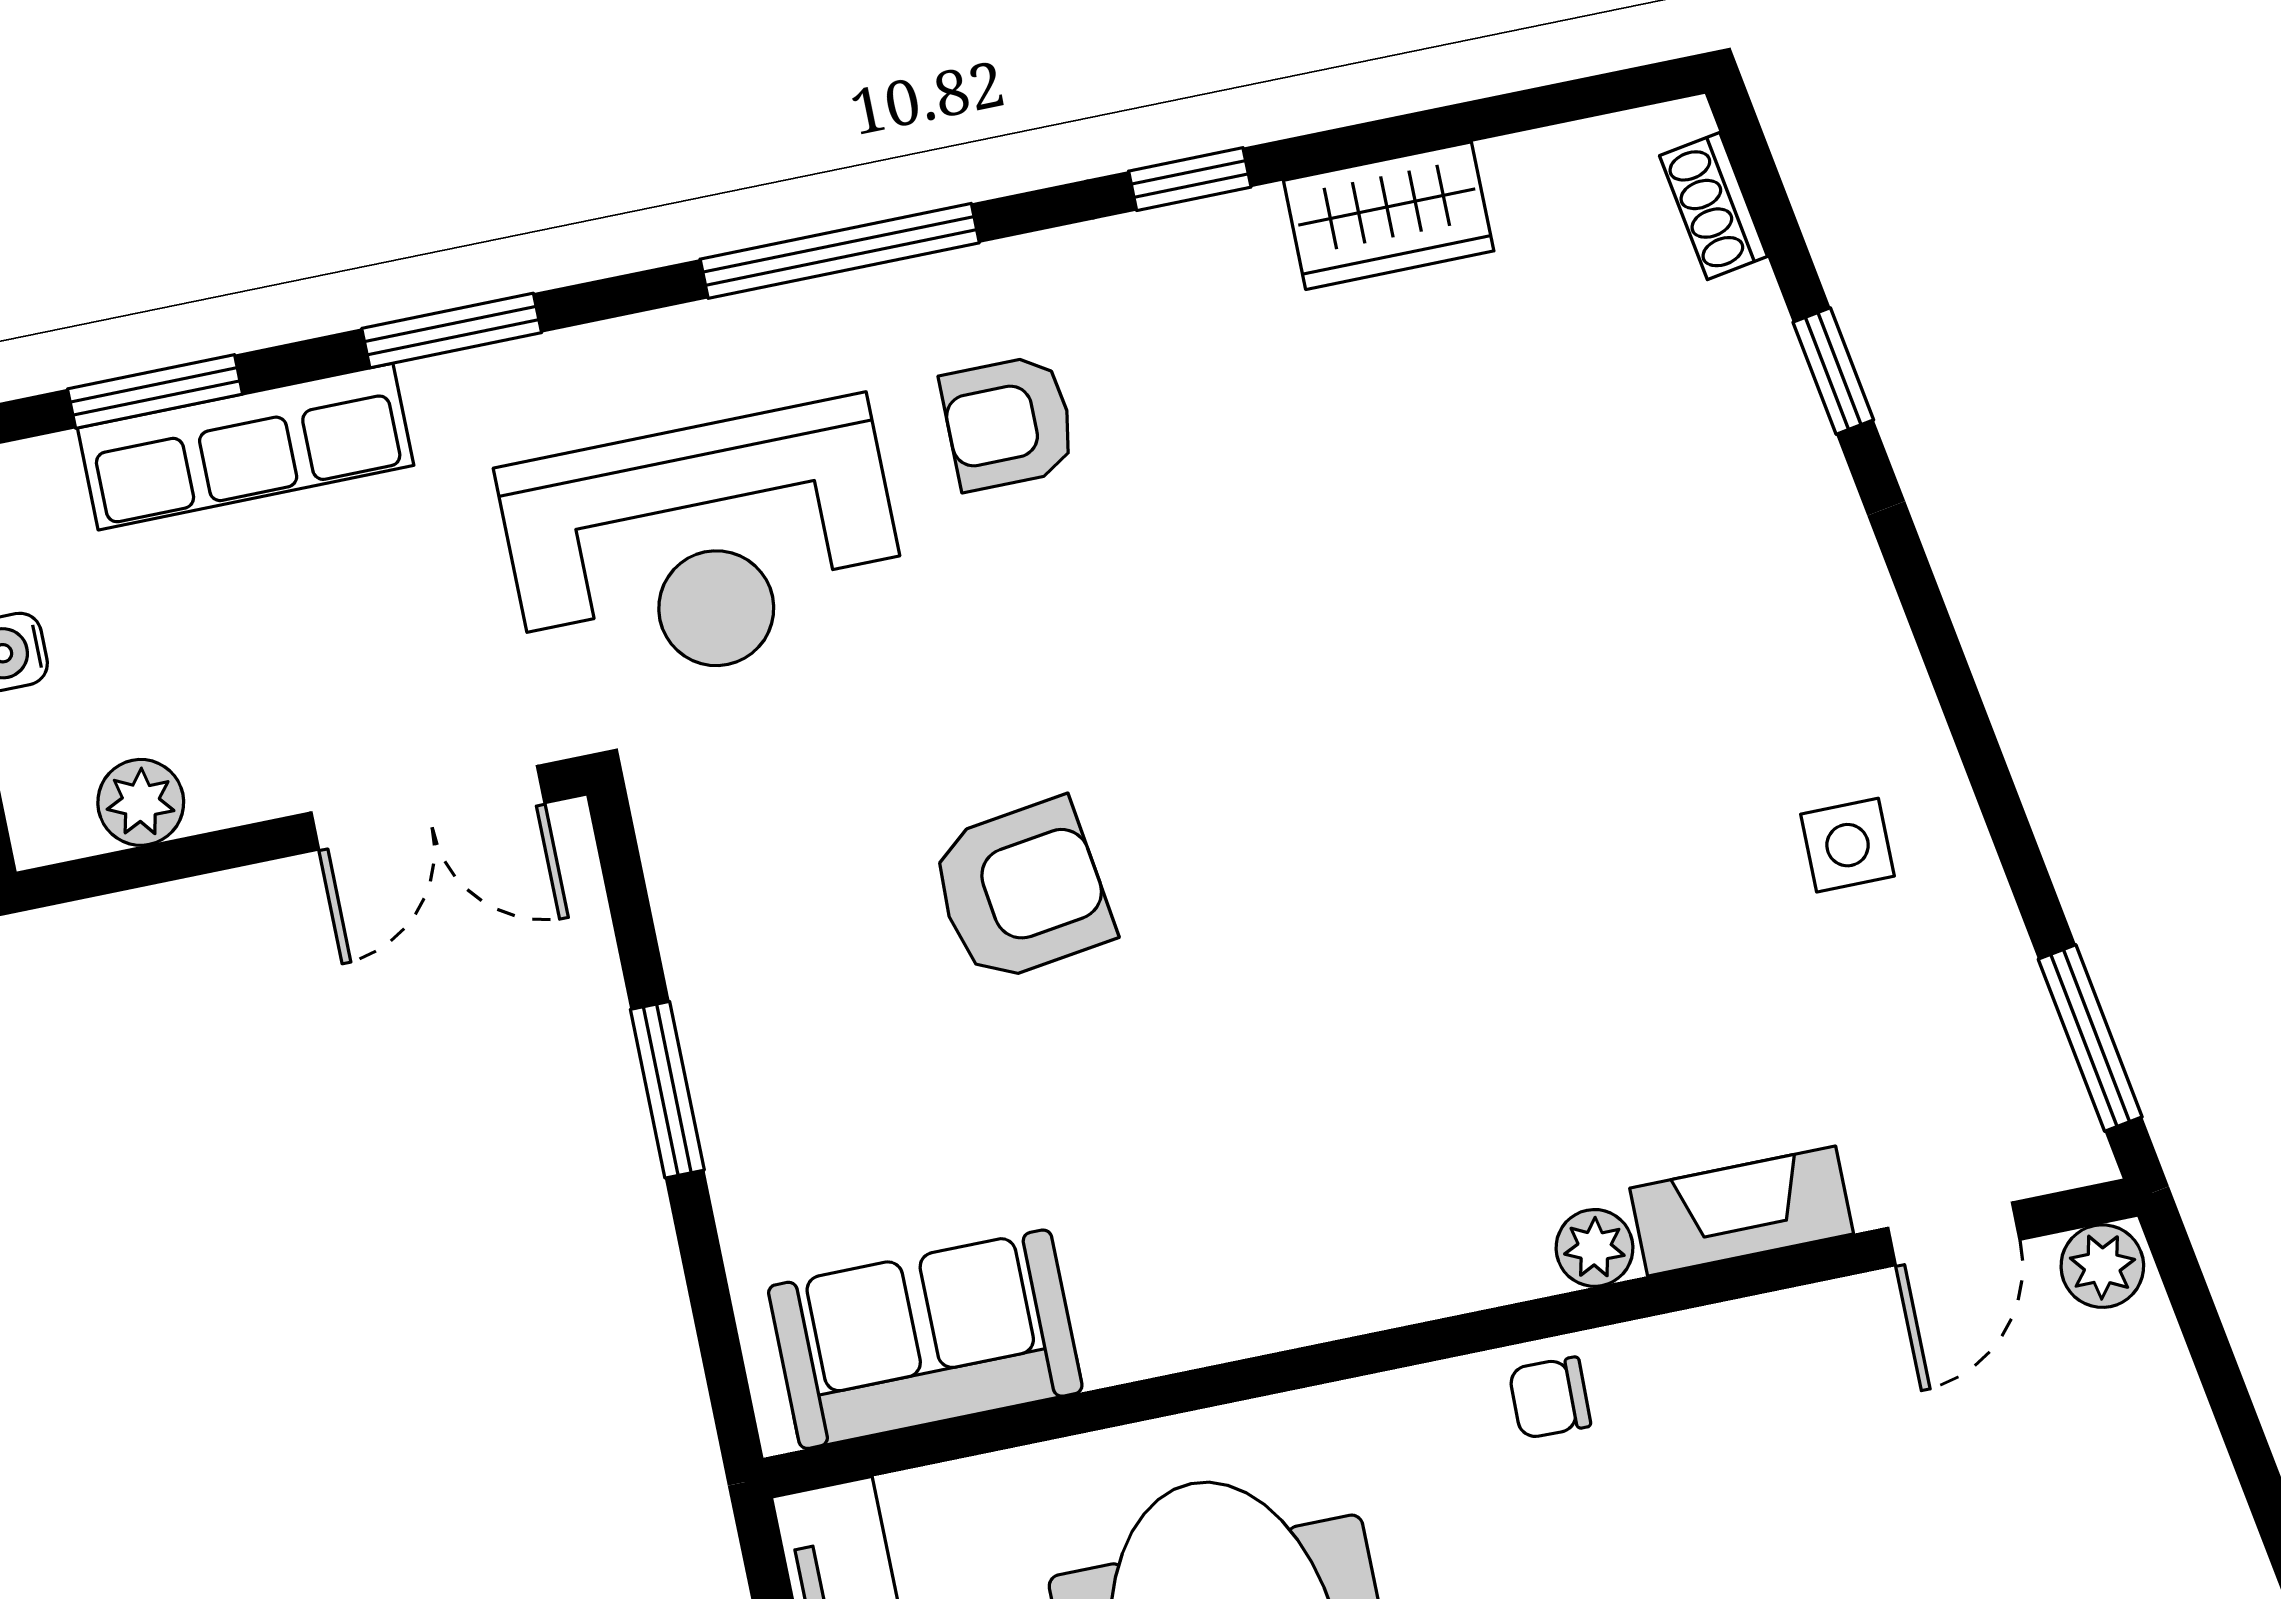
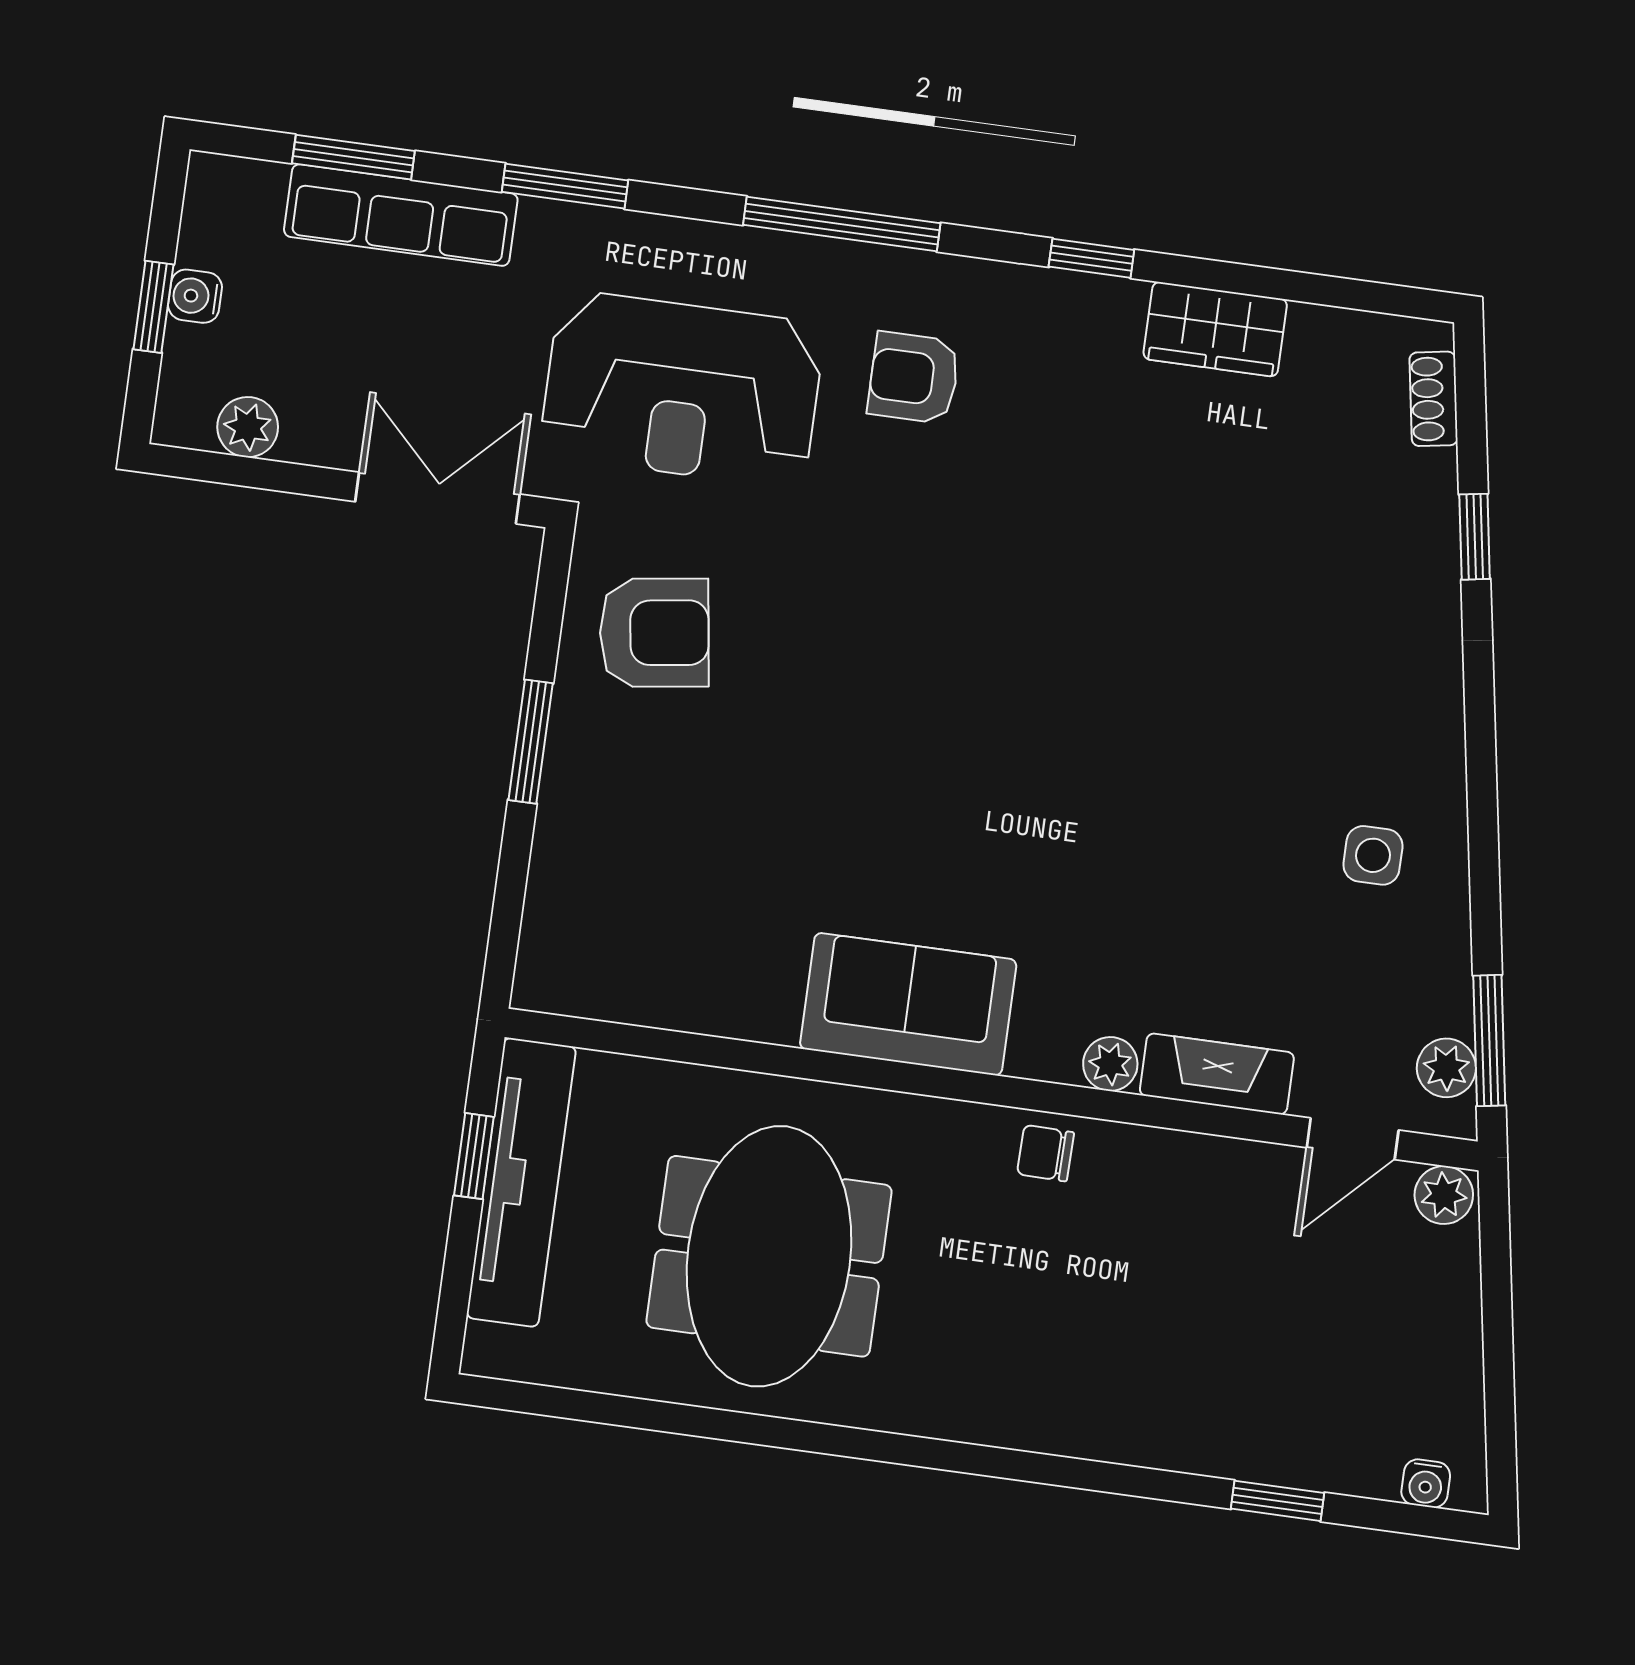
double door: (428, 808) -> (438, 498), swing flipped
armchair: (1021, 891) -> (654, 633), moved
plant: (2046, 1095) -> (1446, 1068), added
sofa: (925, 1339) -> (908, 1004), moved

